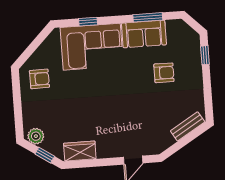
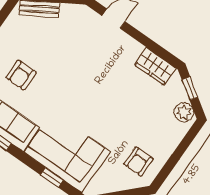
armchair: (164, 73) -> (21, 75), turned -90
armchair: (39, 79) -> (138, 162), turned -89

